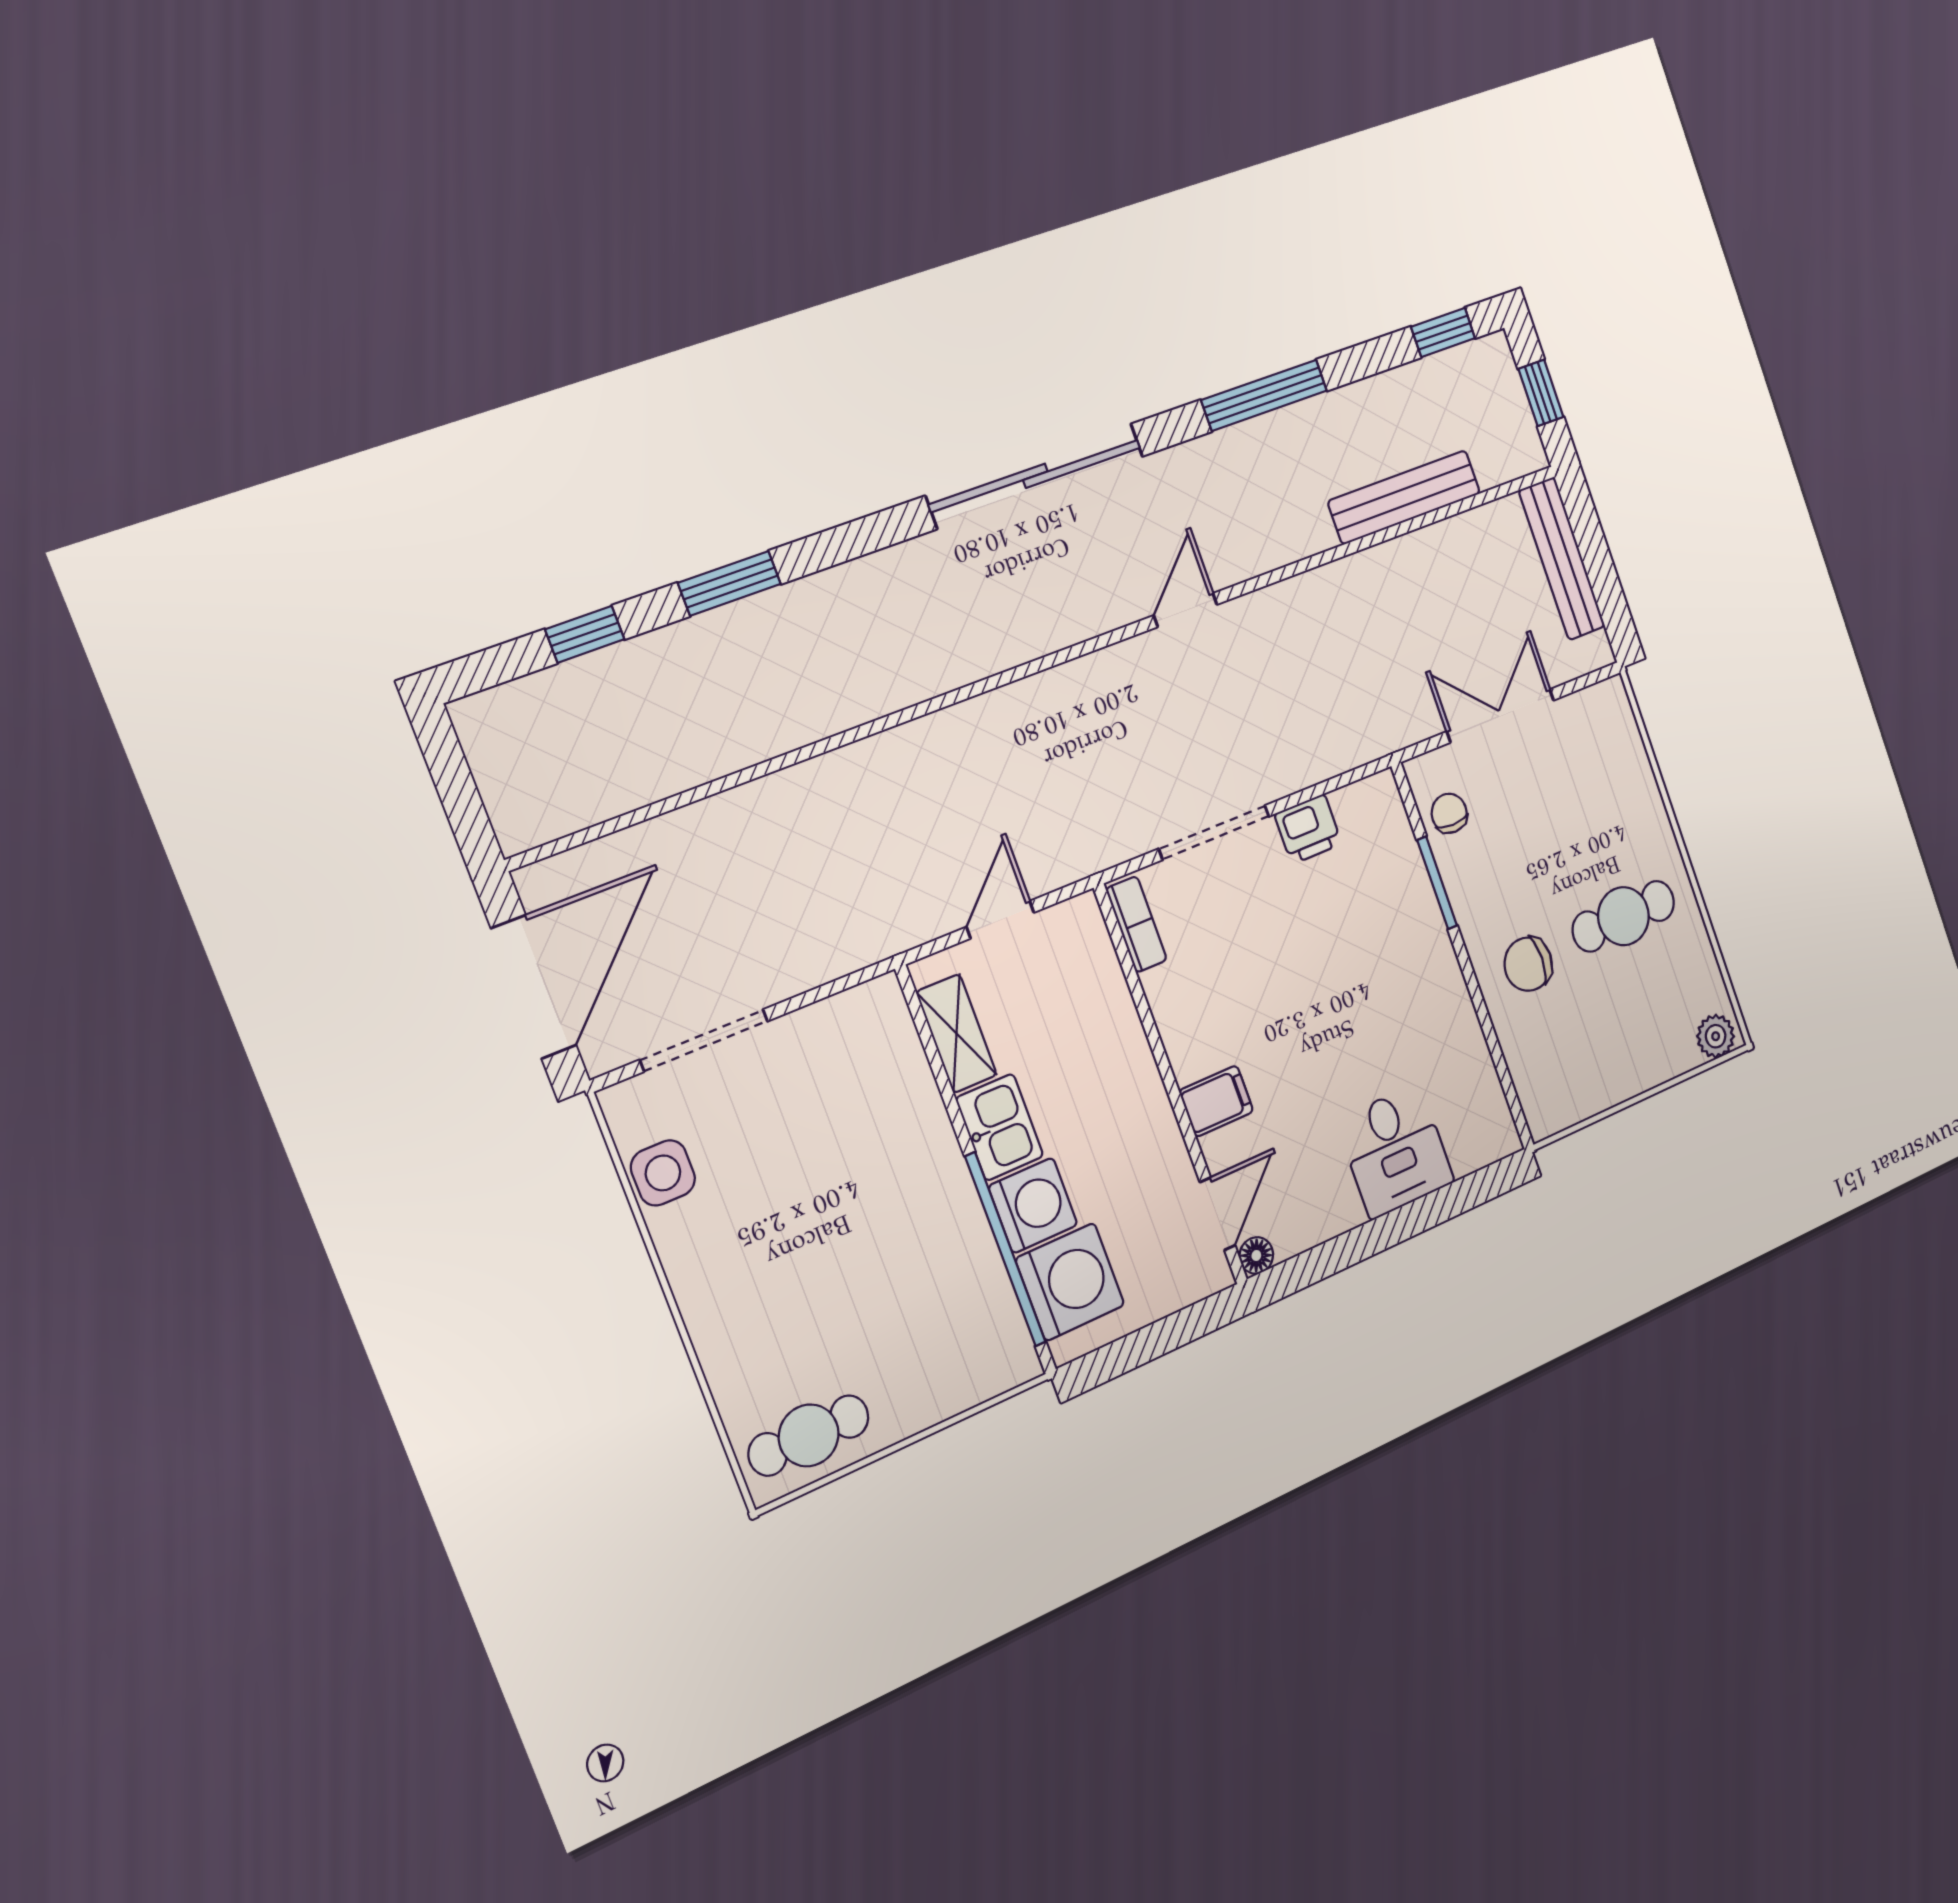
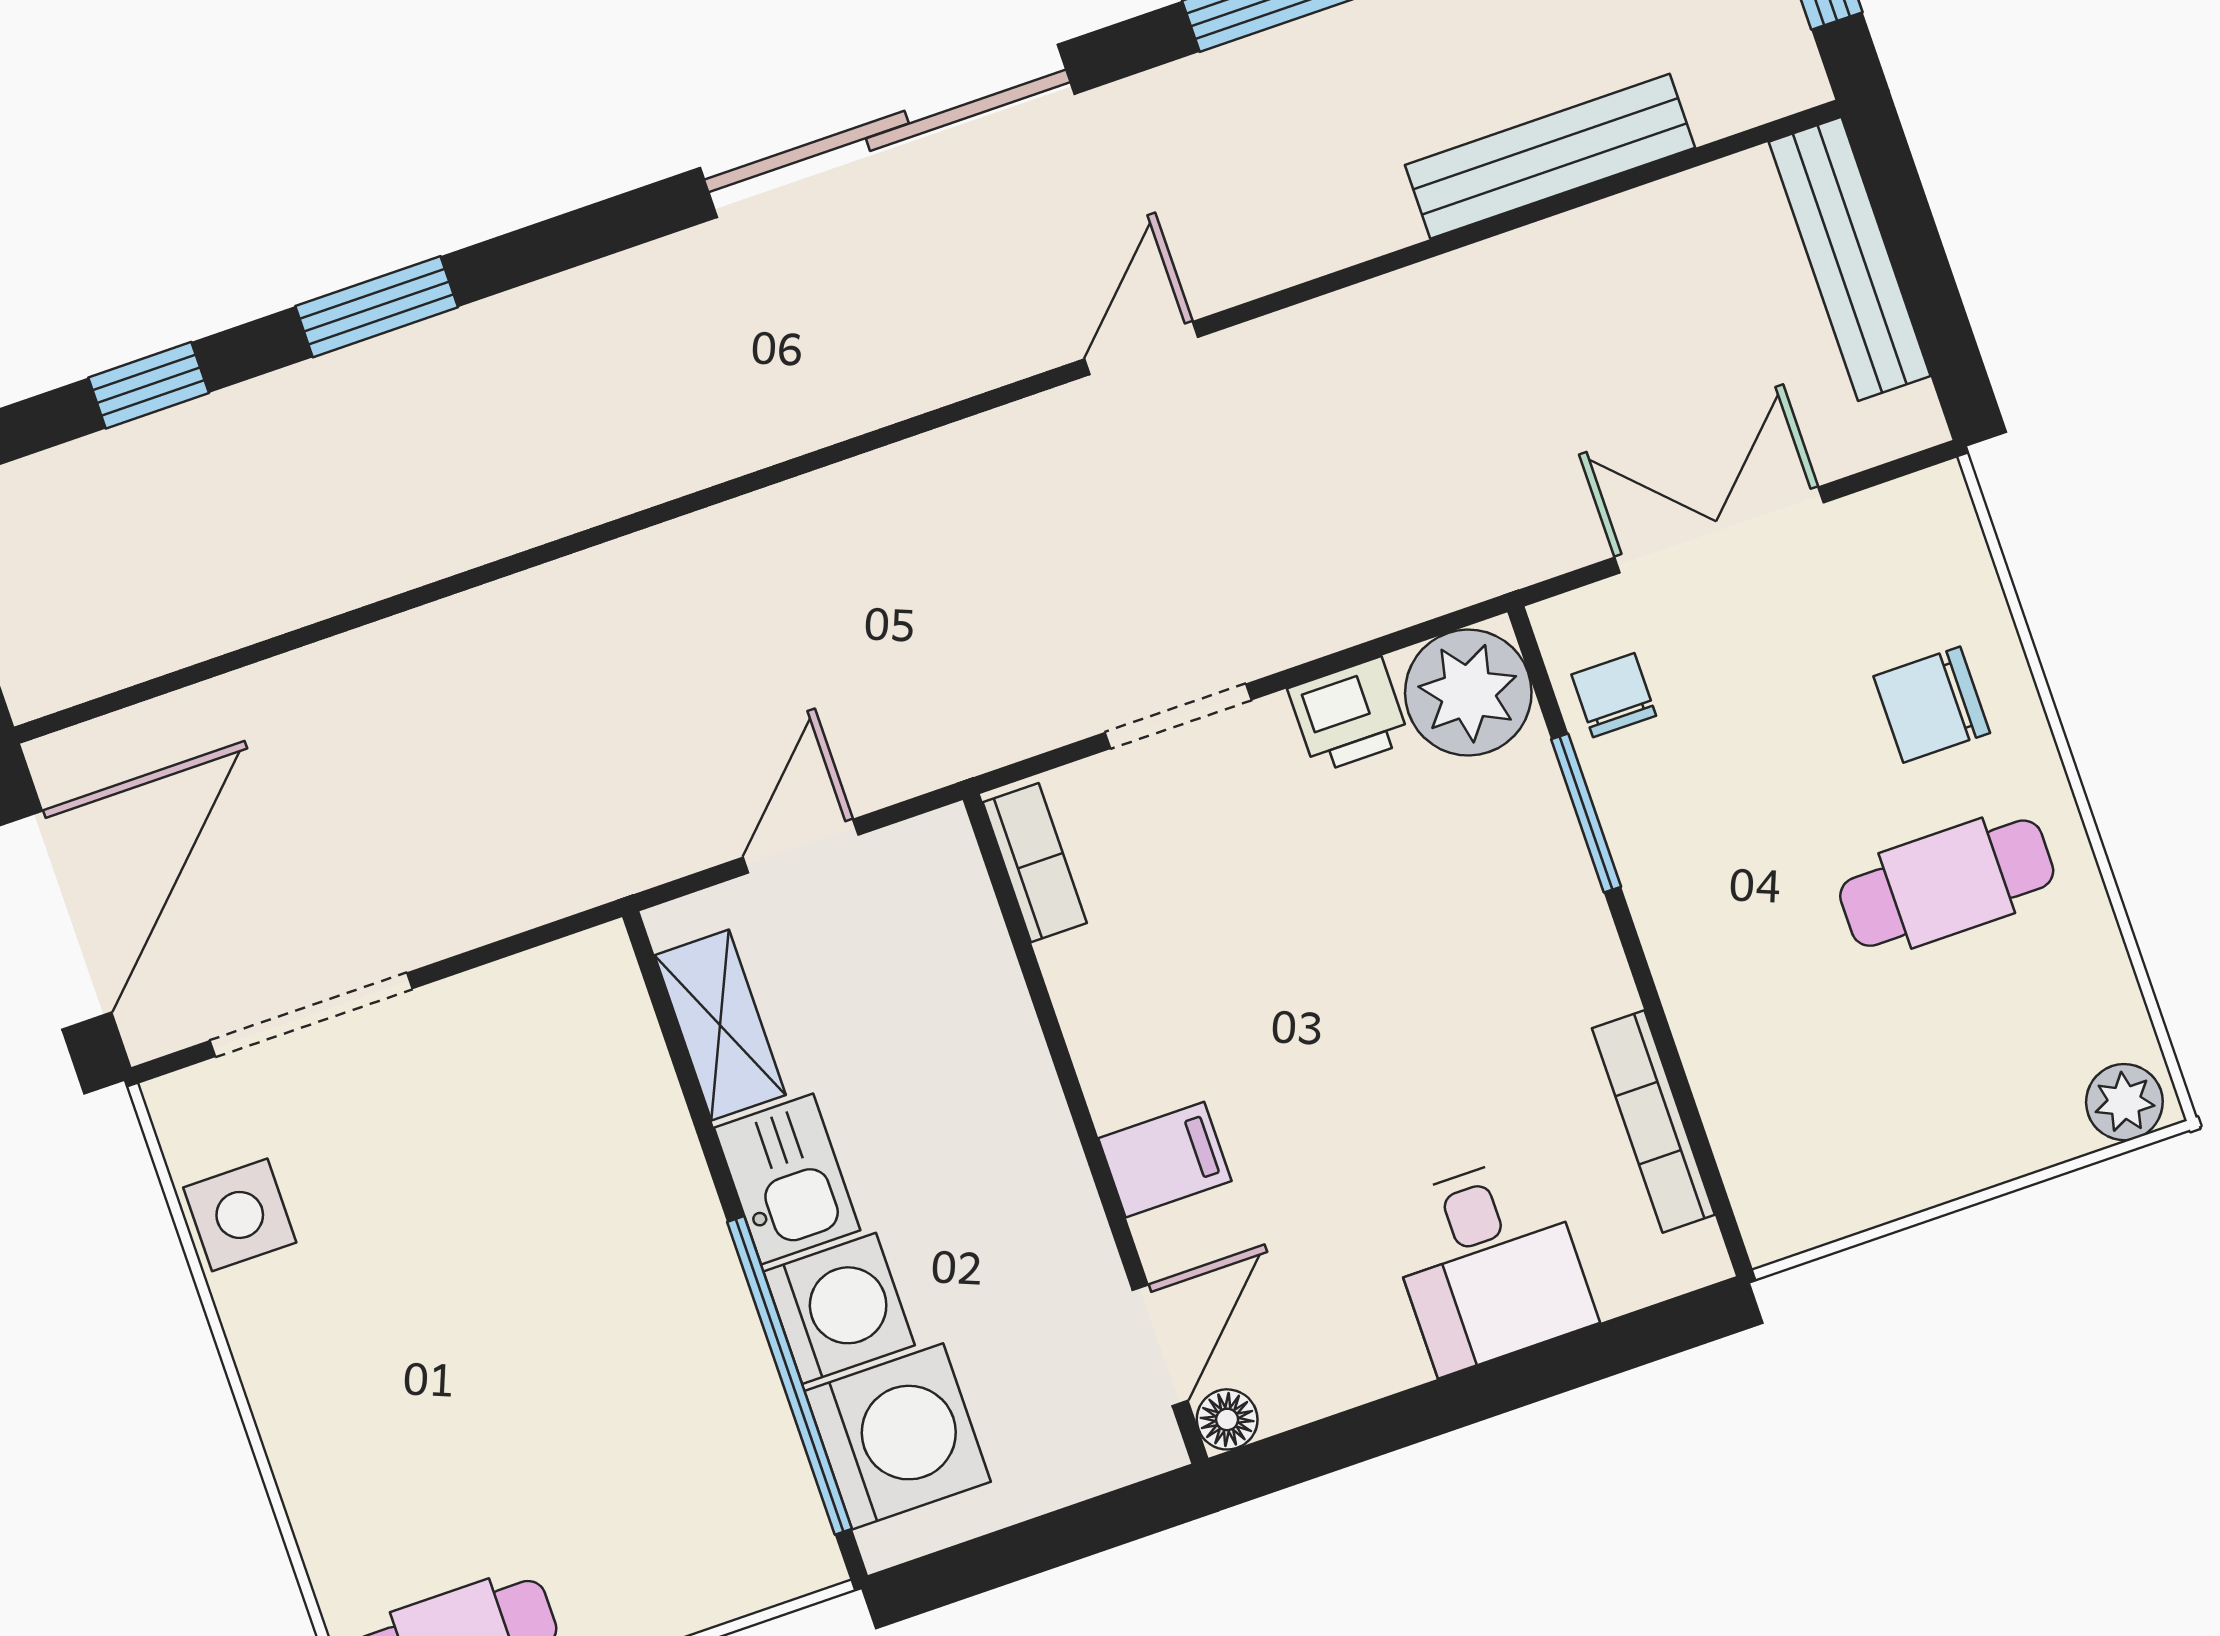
plant: (1372, 814) -> (1468, 693), added
doorway: (1214, 833) -> (1178, 716), width x0.73
chair: (1528, 964) -> (1932, 705), moved
bookcase: (1479, 1062) -> (1653, 1122), added

